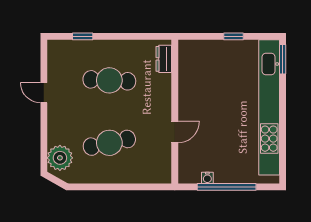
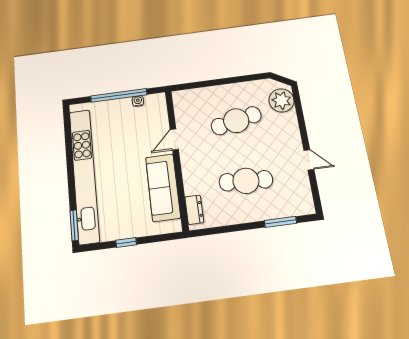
window: (83, 36) -> (280, 222), width x1.50
sofa: (192, 85) -> (163, 187), added

